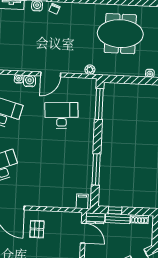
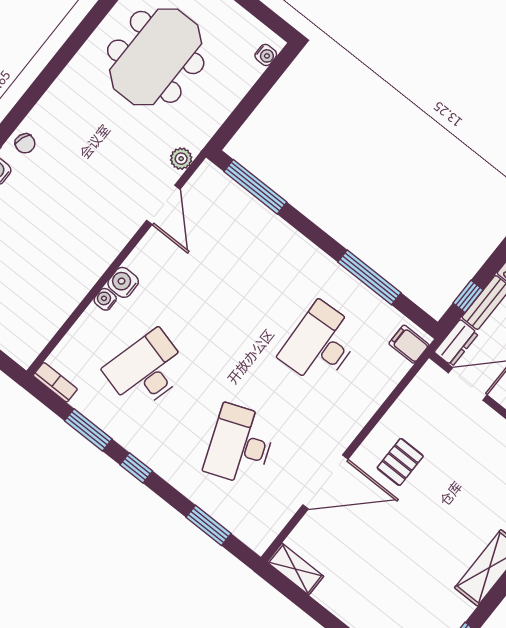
door: (51, 74) -> (163, 205), moved
desk: (61, 115) -> (320, 344), moved
pallet: (37, 229) -> (400, 462), turned 90

